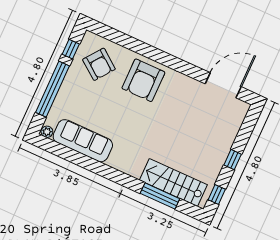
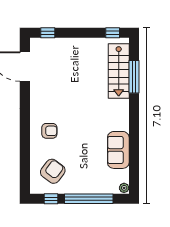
armchair: (143, 80) -> (49, 131), width x0.53, depth x0.53
sofa: (83, 141) -> (118, 150), width x0.73
window: (233, 160) -> (48, 33), moved

